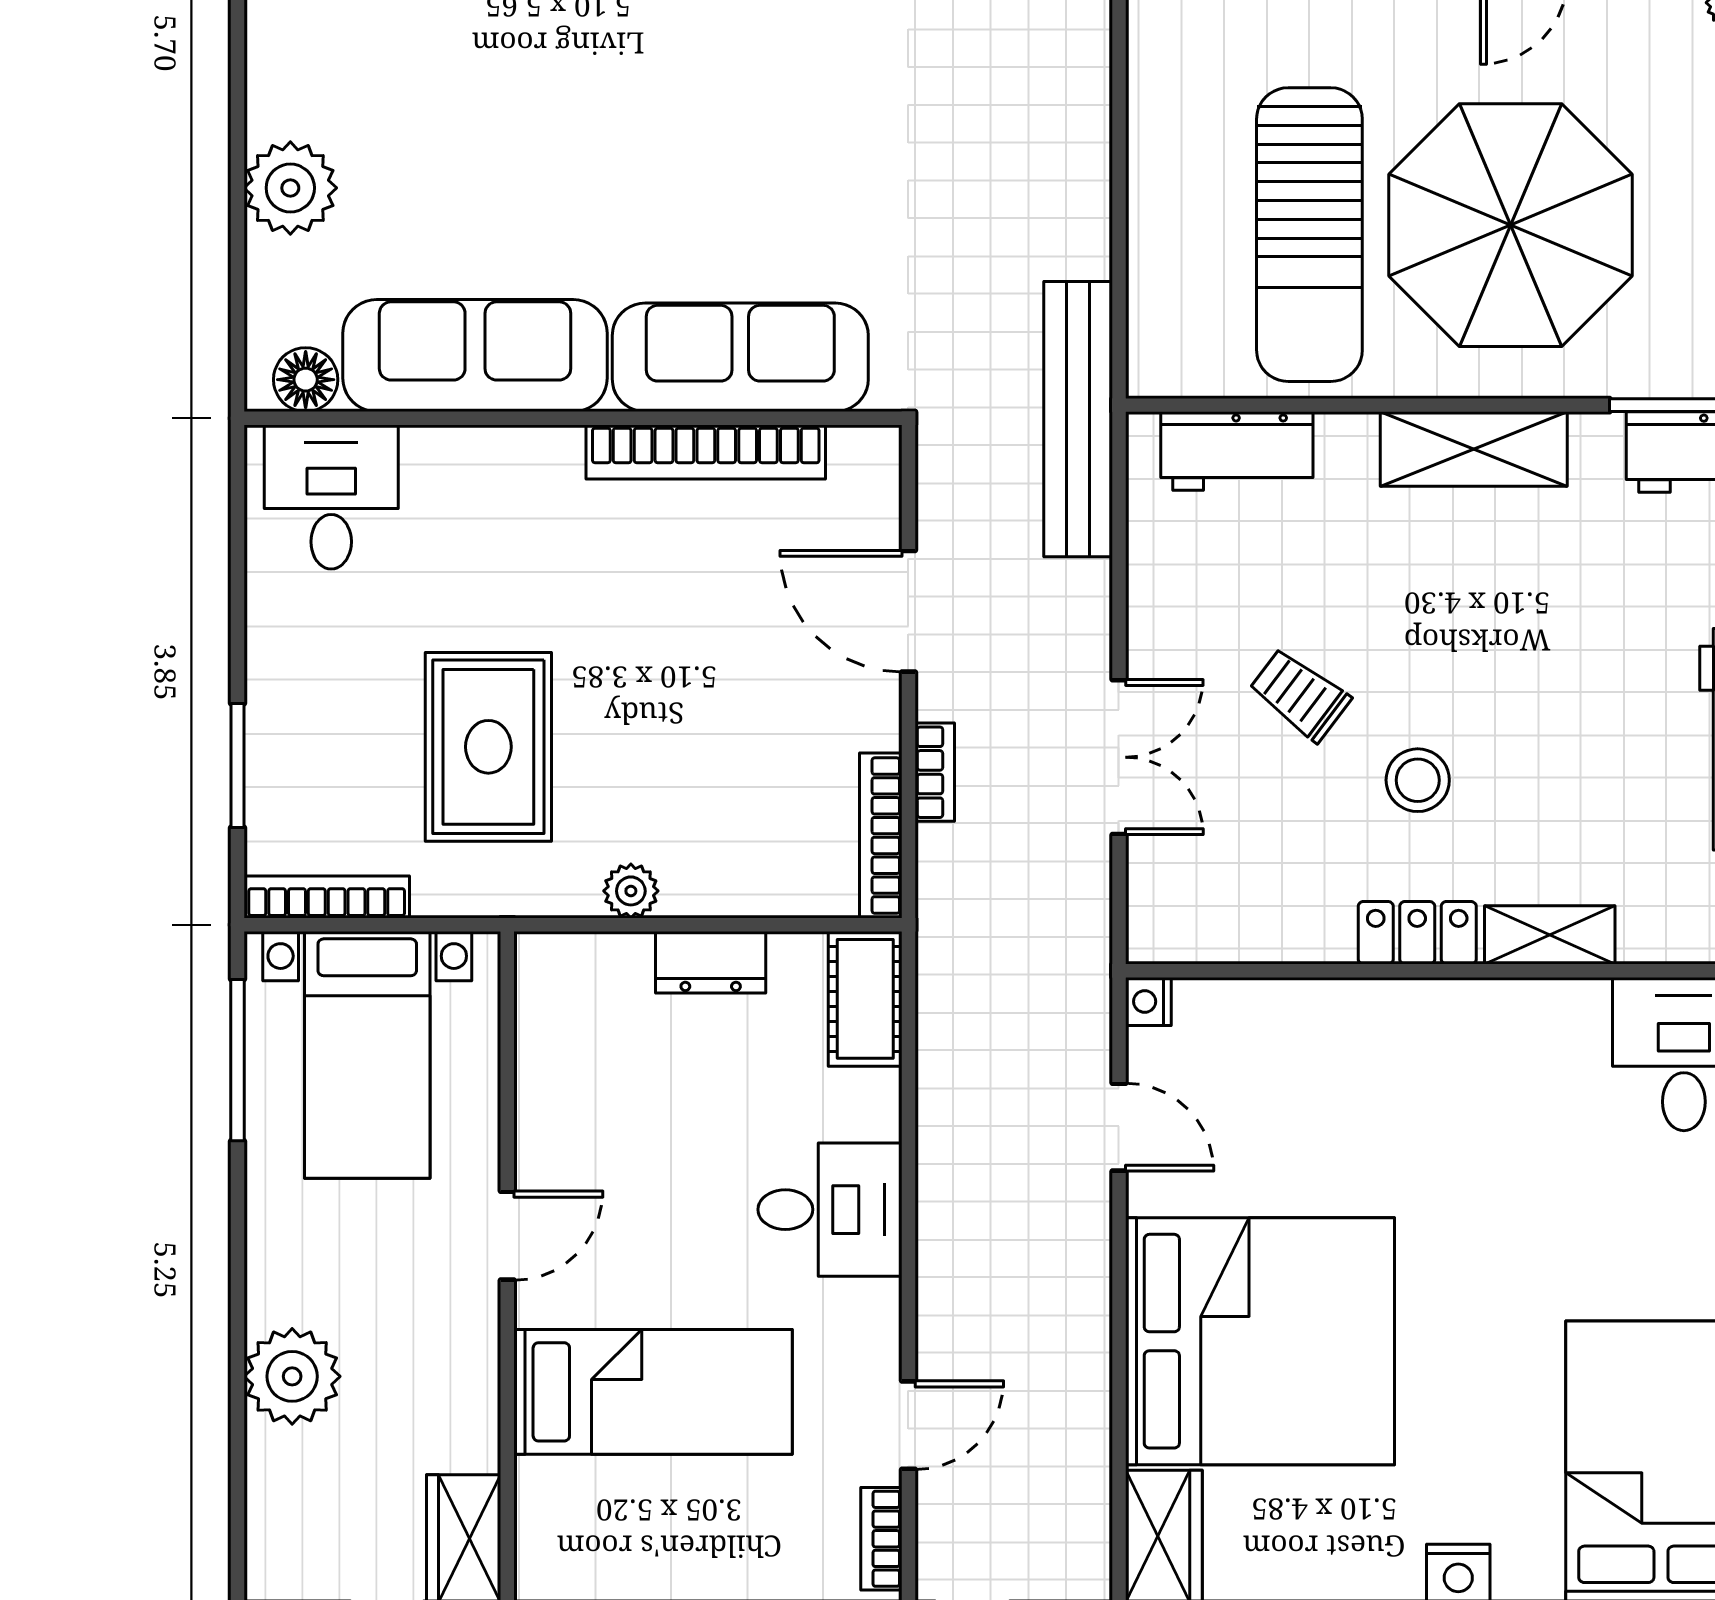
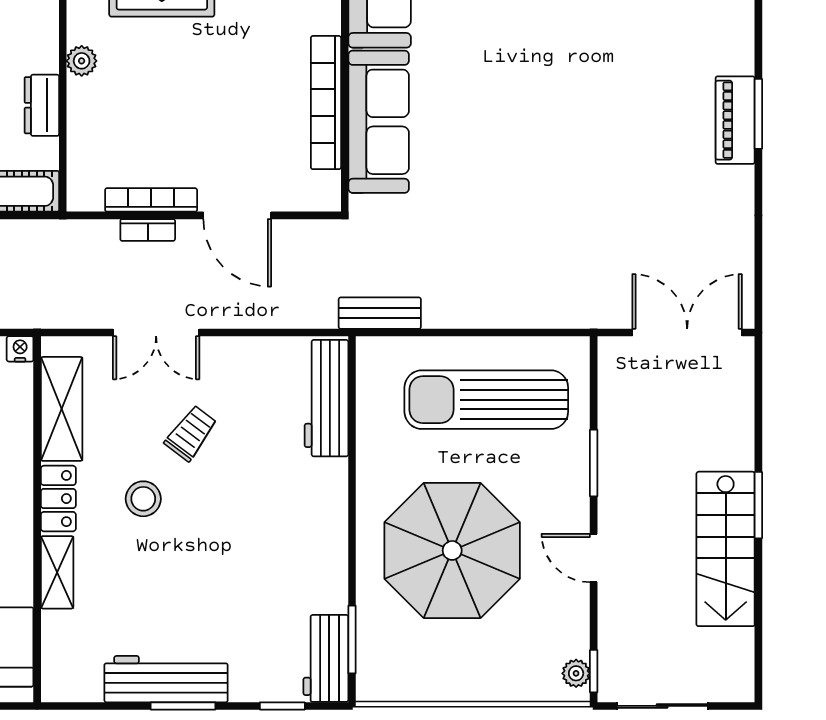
sun lounger: (1309, 235) -> (486, 400), moved
bench: (1078, 419) -> (380, 313), width x0.54, depth x0.82
shelving: (1474, 449) -> (62, 409), moved
workbench: (1237, 451) -> (326, 398), width x1.37
door: (908, 611) -> (237, 215), swing flipped
bookcase: (881, 836) -> (151, 200), moved

